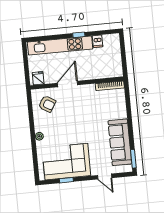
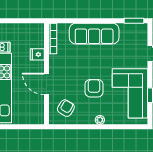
fridge: (38, 78) -> (37, 54), moved
armchair: (68, 128) -> (94, 88), added
sofa: (120, 142) -> (94, 34), moved

